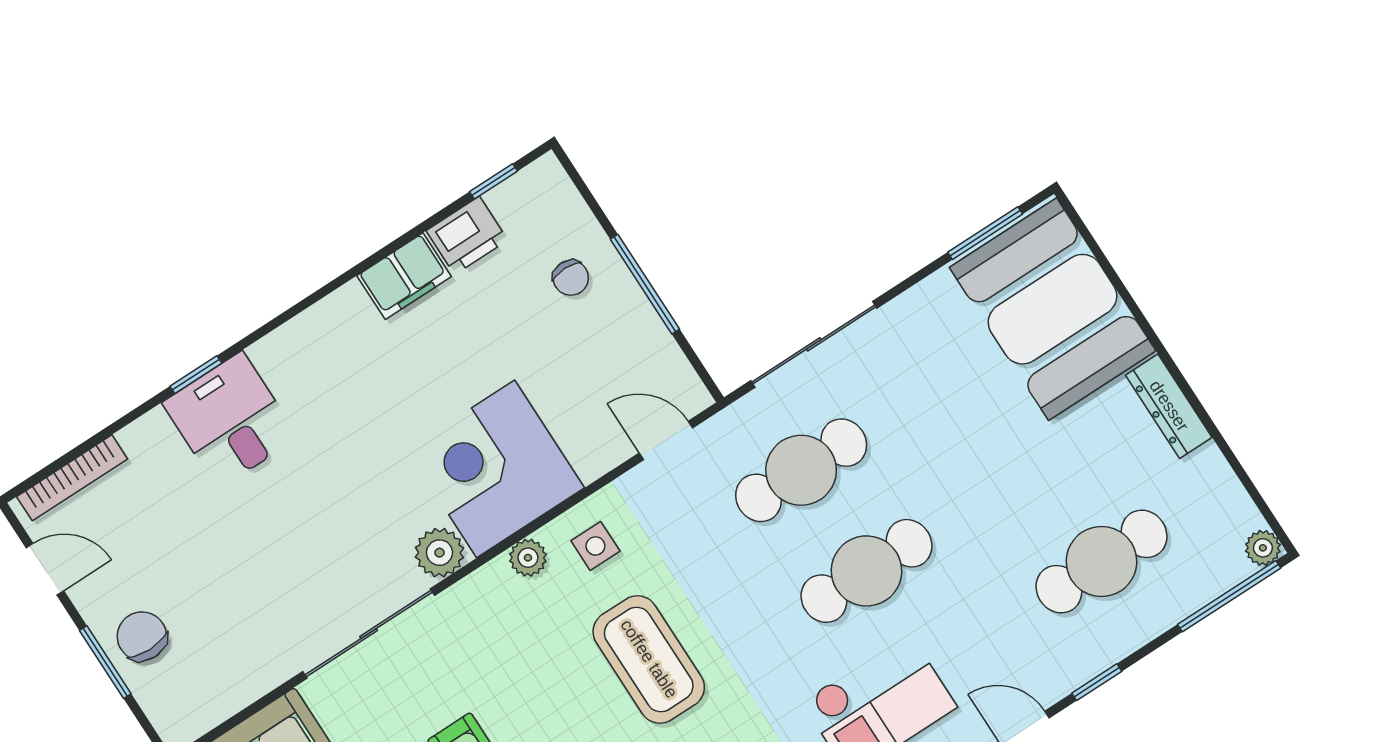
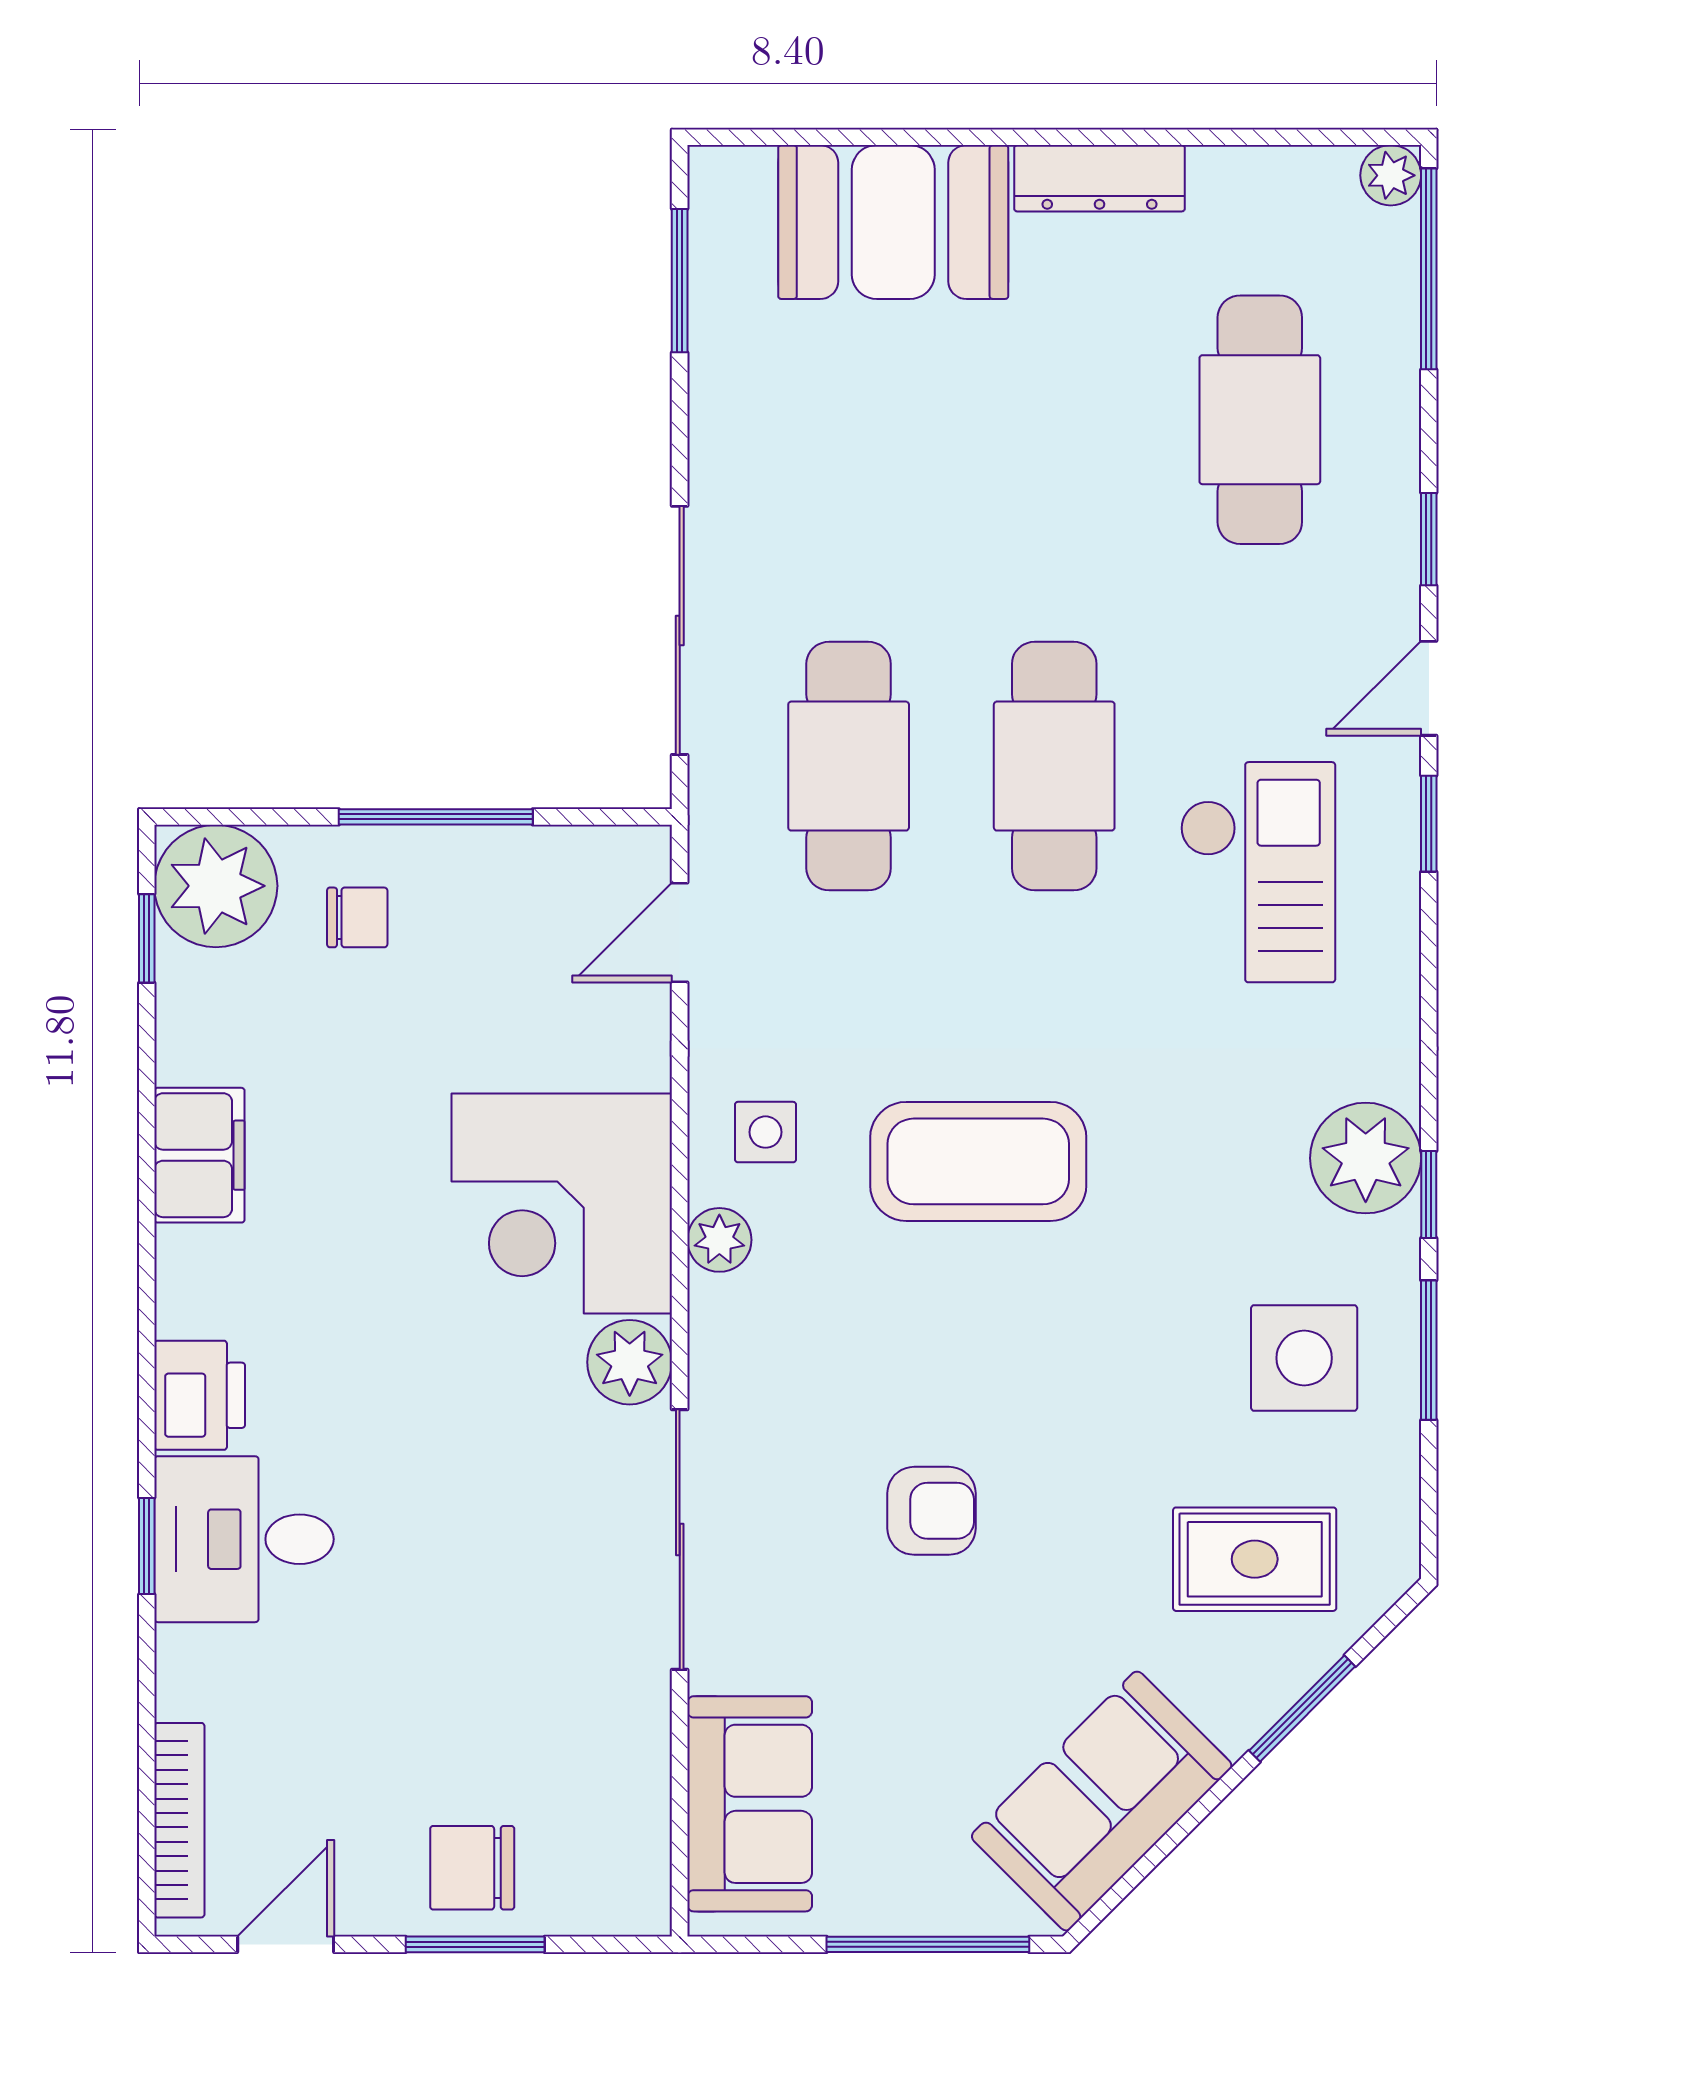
plant: (541, 199) -> (216, 886), added
printer: (467, 235) -> (200, 1395), moved
booth: (1053, 309) -> (893, 222), width x0.73, depth x0.70

